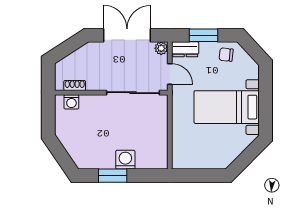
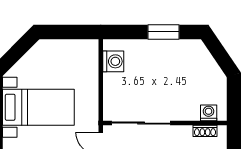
washing machine: (125, 160) -> (113, 61), moved, turned -90

